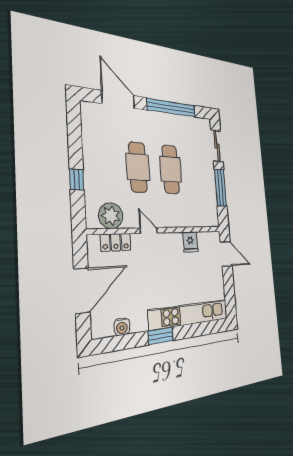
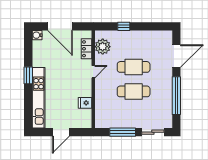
door: (226, 254) -> (61, 132), moved
water cooler: (122, 327) -> (37, 35), moved

